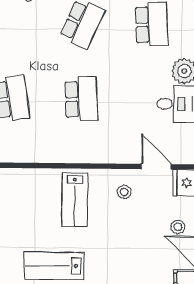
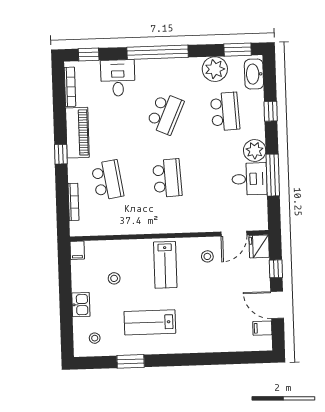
door: (156, 167) -> (234, 234), swing flipped
stool: (178, 227) -> (114, 278), moved

